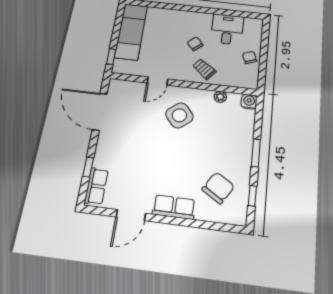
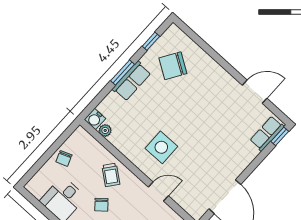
plant: (220, 97) -> (105, 130), moved
side table: (179, 115) -> (161, 147), turned 38
window: (88, 167) -> (280, 136), moved
row of seats: (174, 207) -> (132, 81), moved, turned -90

